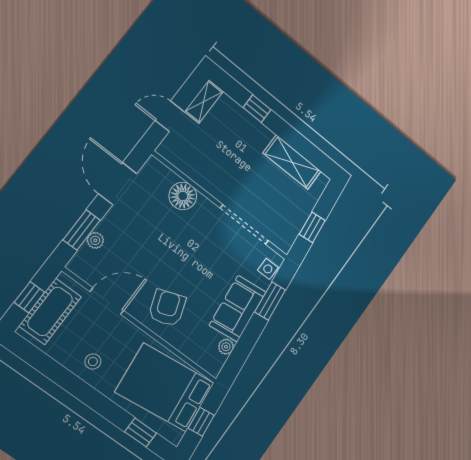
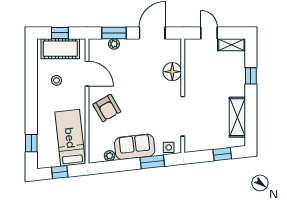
window: (312, 227) -> (222, 154), moved
armchair: (167, 308) -> (107, 108), turned 80
stool: (93, 361) -> (56, 80), moved
bed: (165, 388) -> (70, 138), width x0.67

